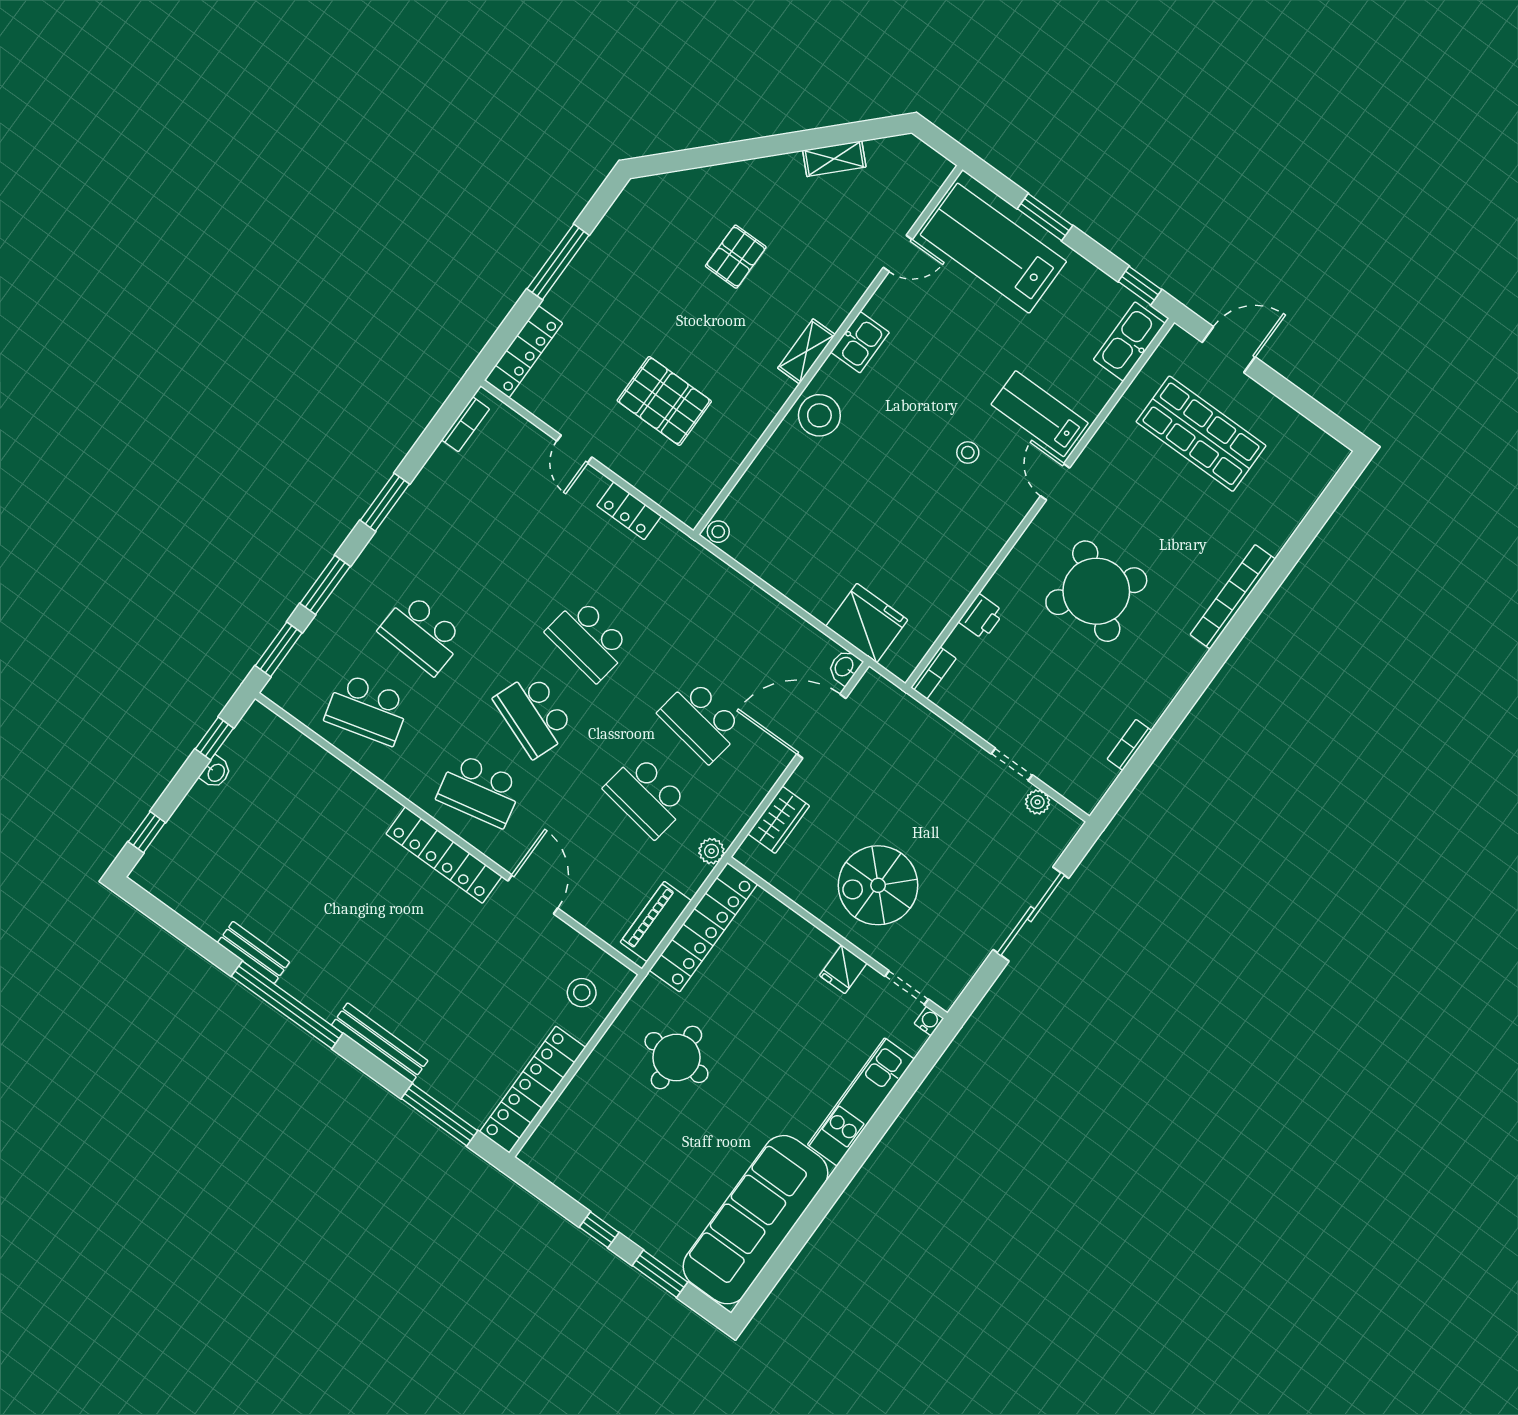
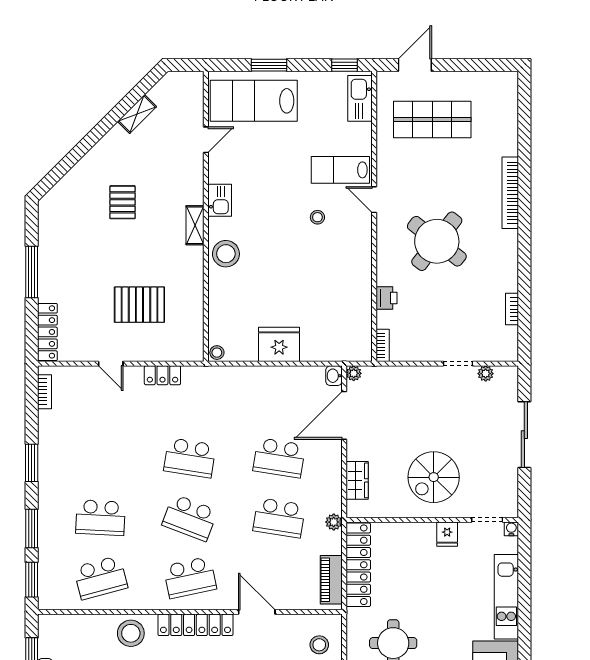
fridge: (867, 623) -> (279, 344), moved
plant: (872, 682) -> (354, 373), added
stool: (355, 807) -> (131, 633), added

